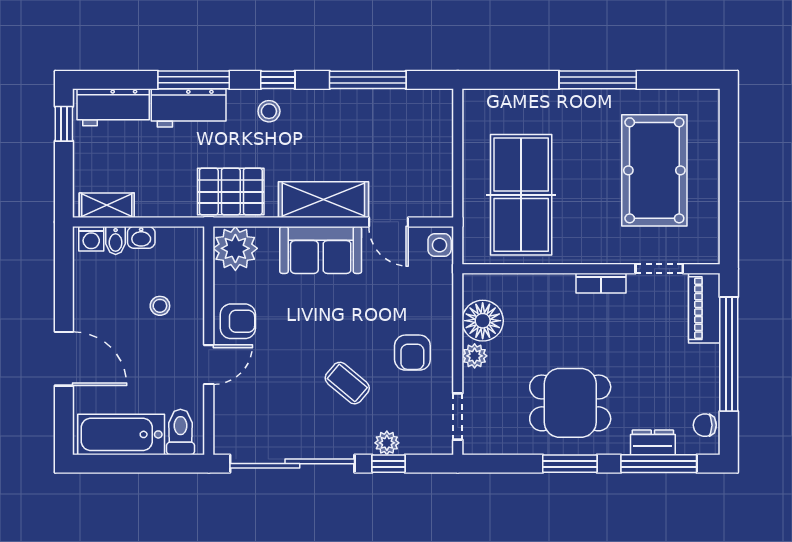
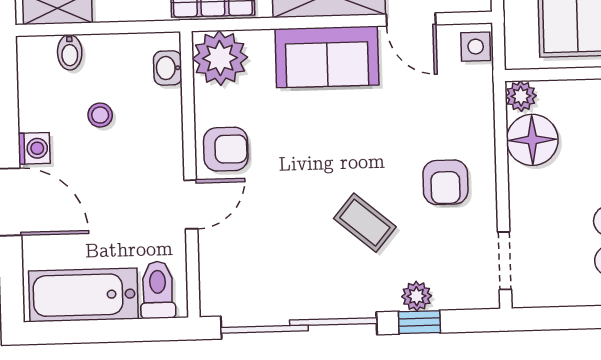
washbasin: (141, 237) -> (168, 68), moved, turned 90
washing machine: (91, 239) -> (34, 148), moved, turned -90
stool: (160, 306) -> (100, 115), moved
plant: (475, 356) -> (521, 96), moved

